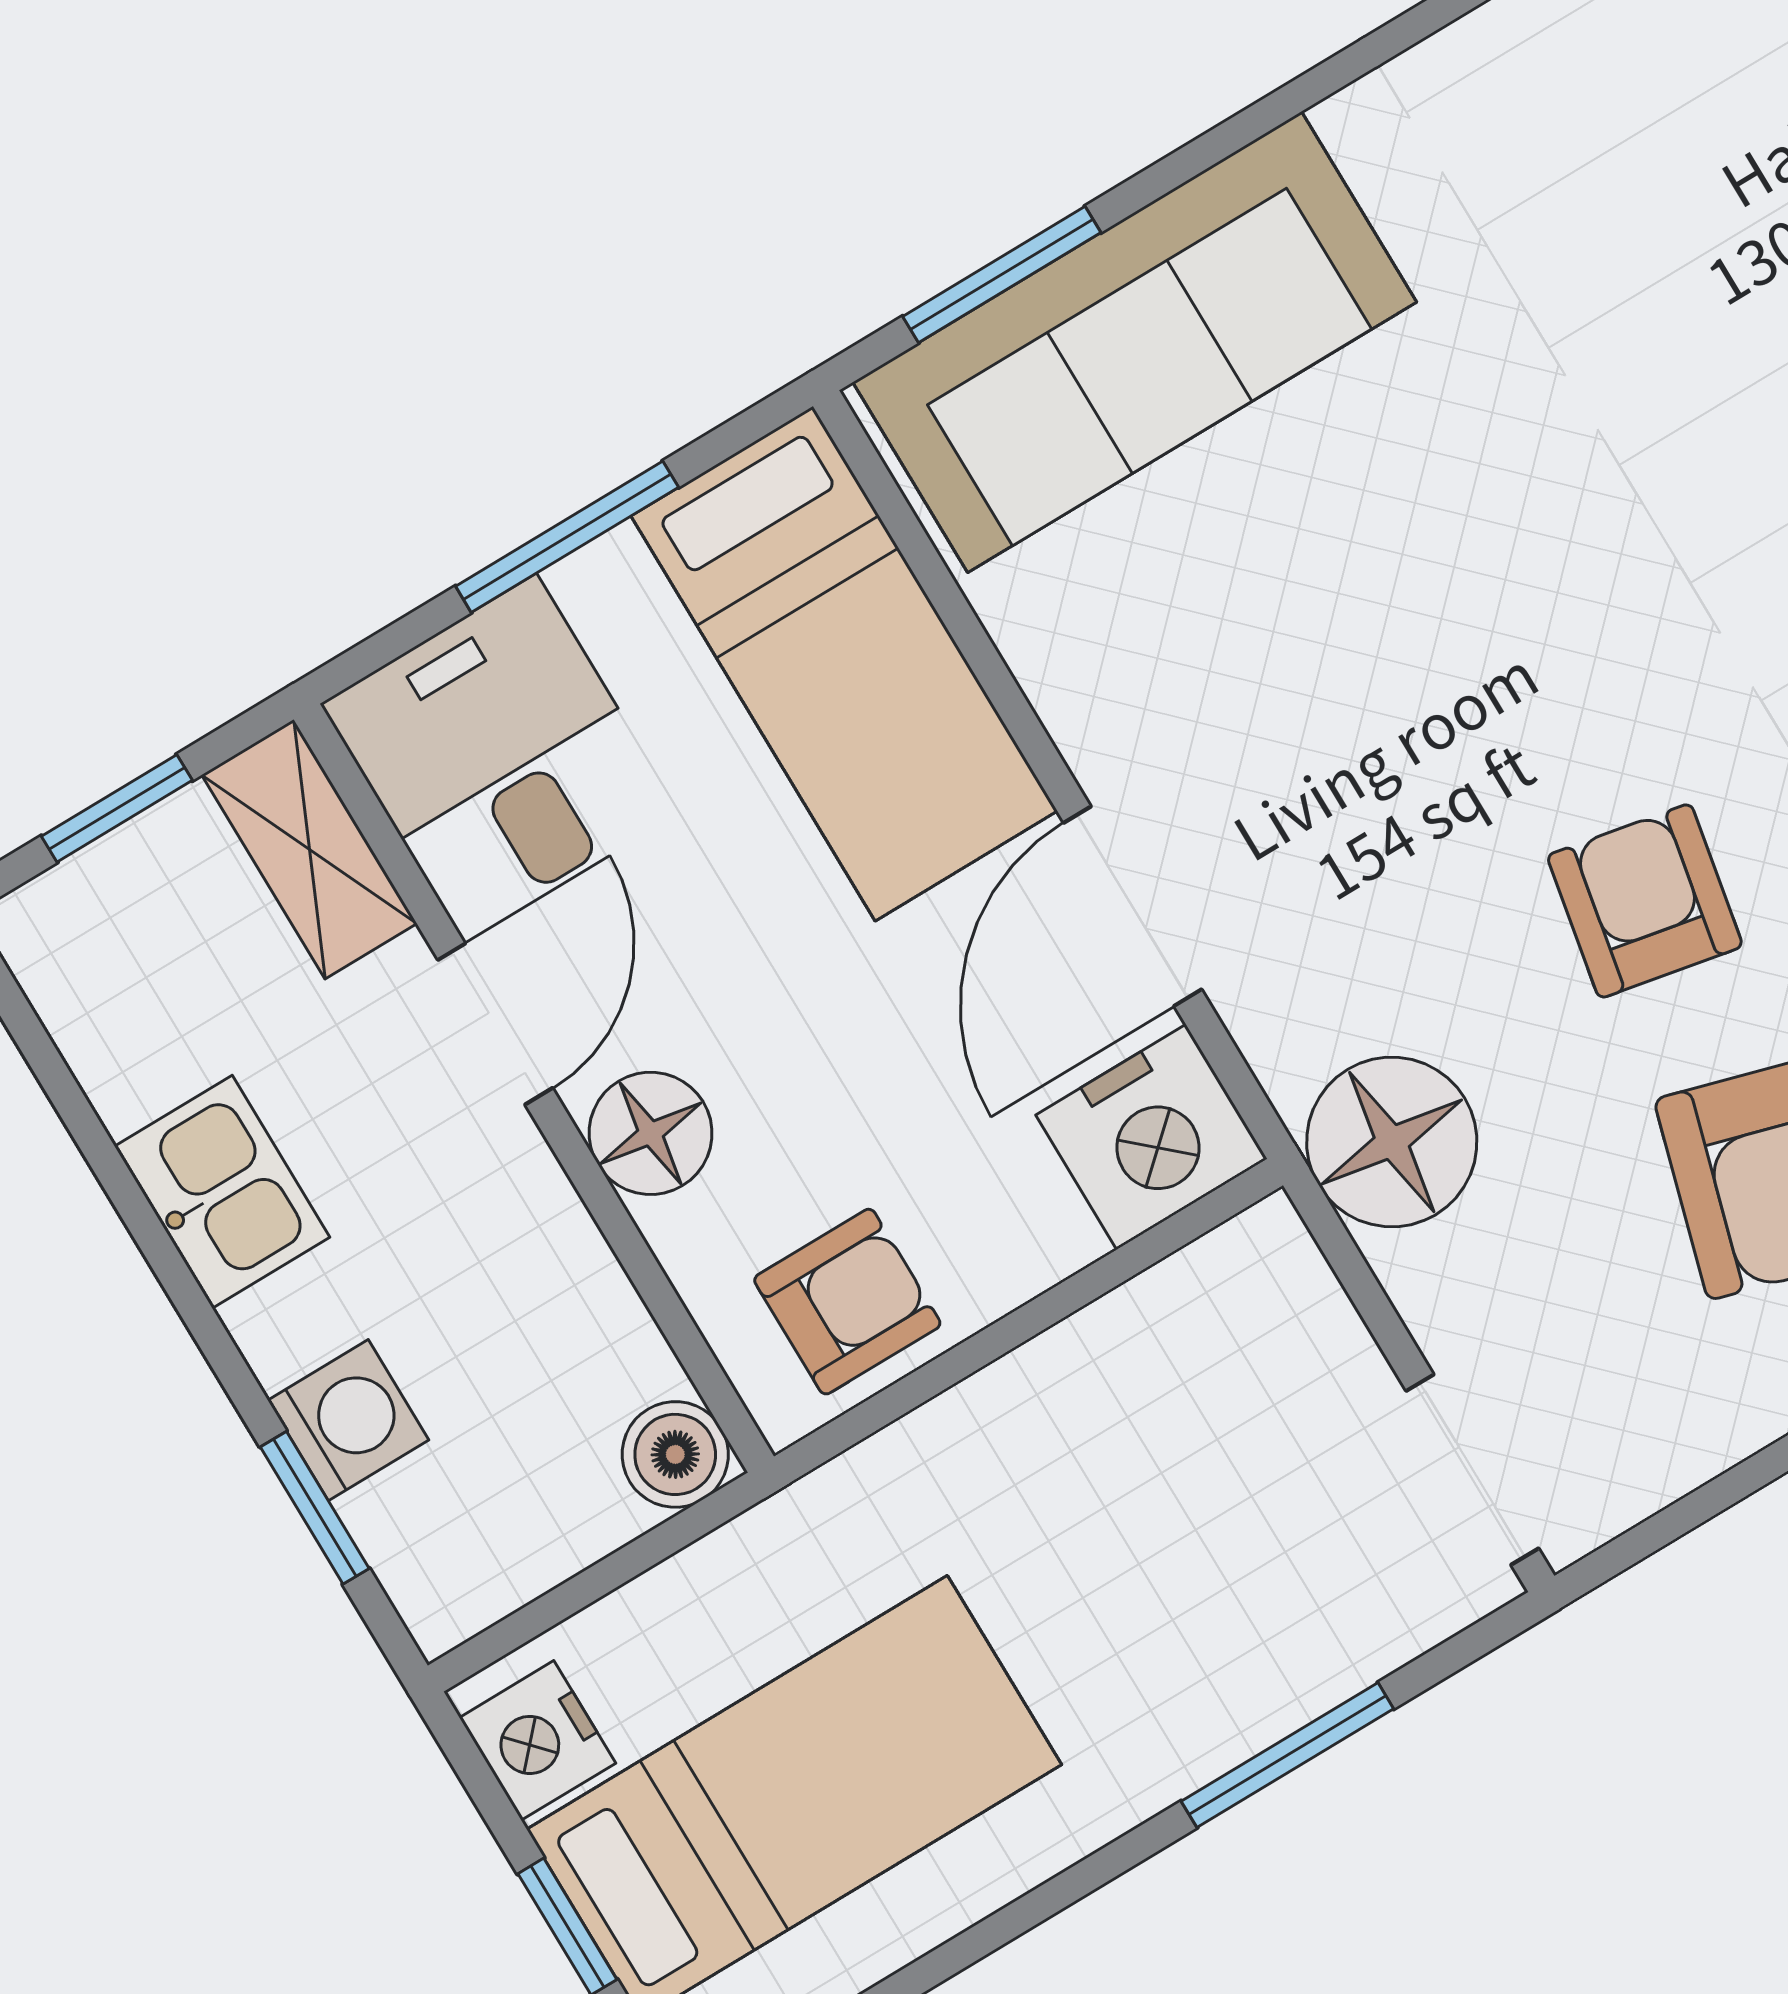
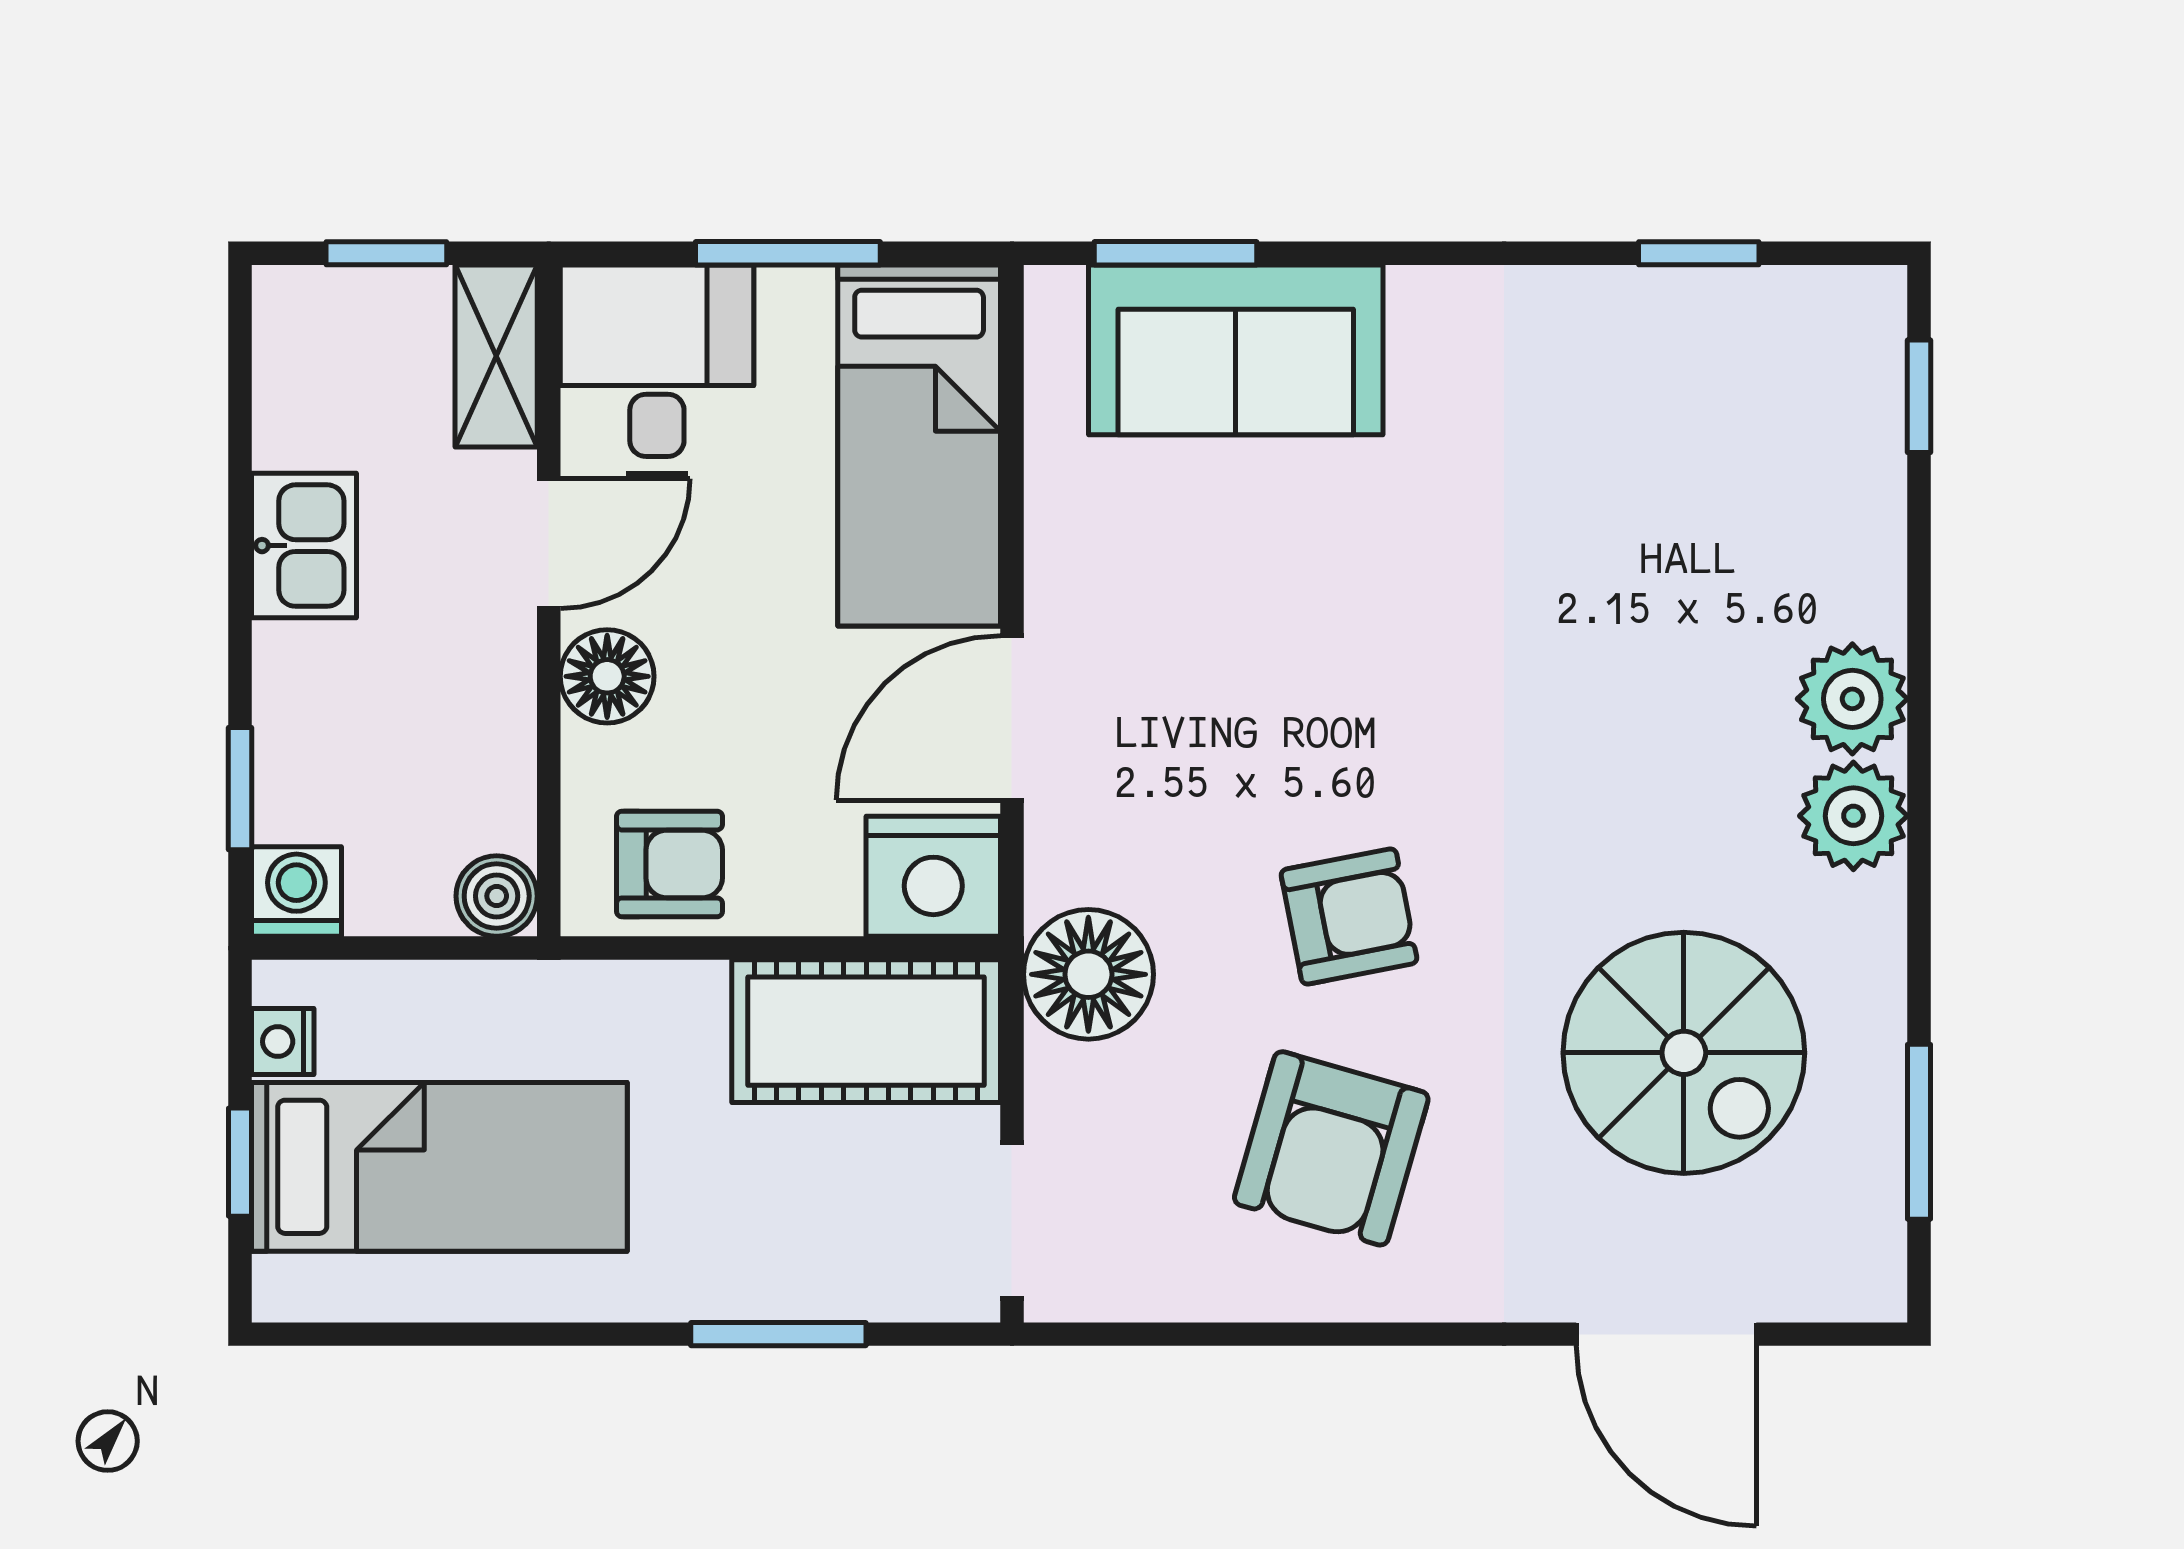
sofa: (1135, 342) -> (1236, 350), width x0.73
armchair: (1645, 901) -> (1349, 917), turned 68
cot: (1181, 1356) -> (866, 1031), added
washing machine: (348, 1420) -> (296, 892), moved, turned -90
nightstand: (537, 1740) -> (283, 1042), width x0.72, depth x0.74

